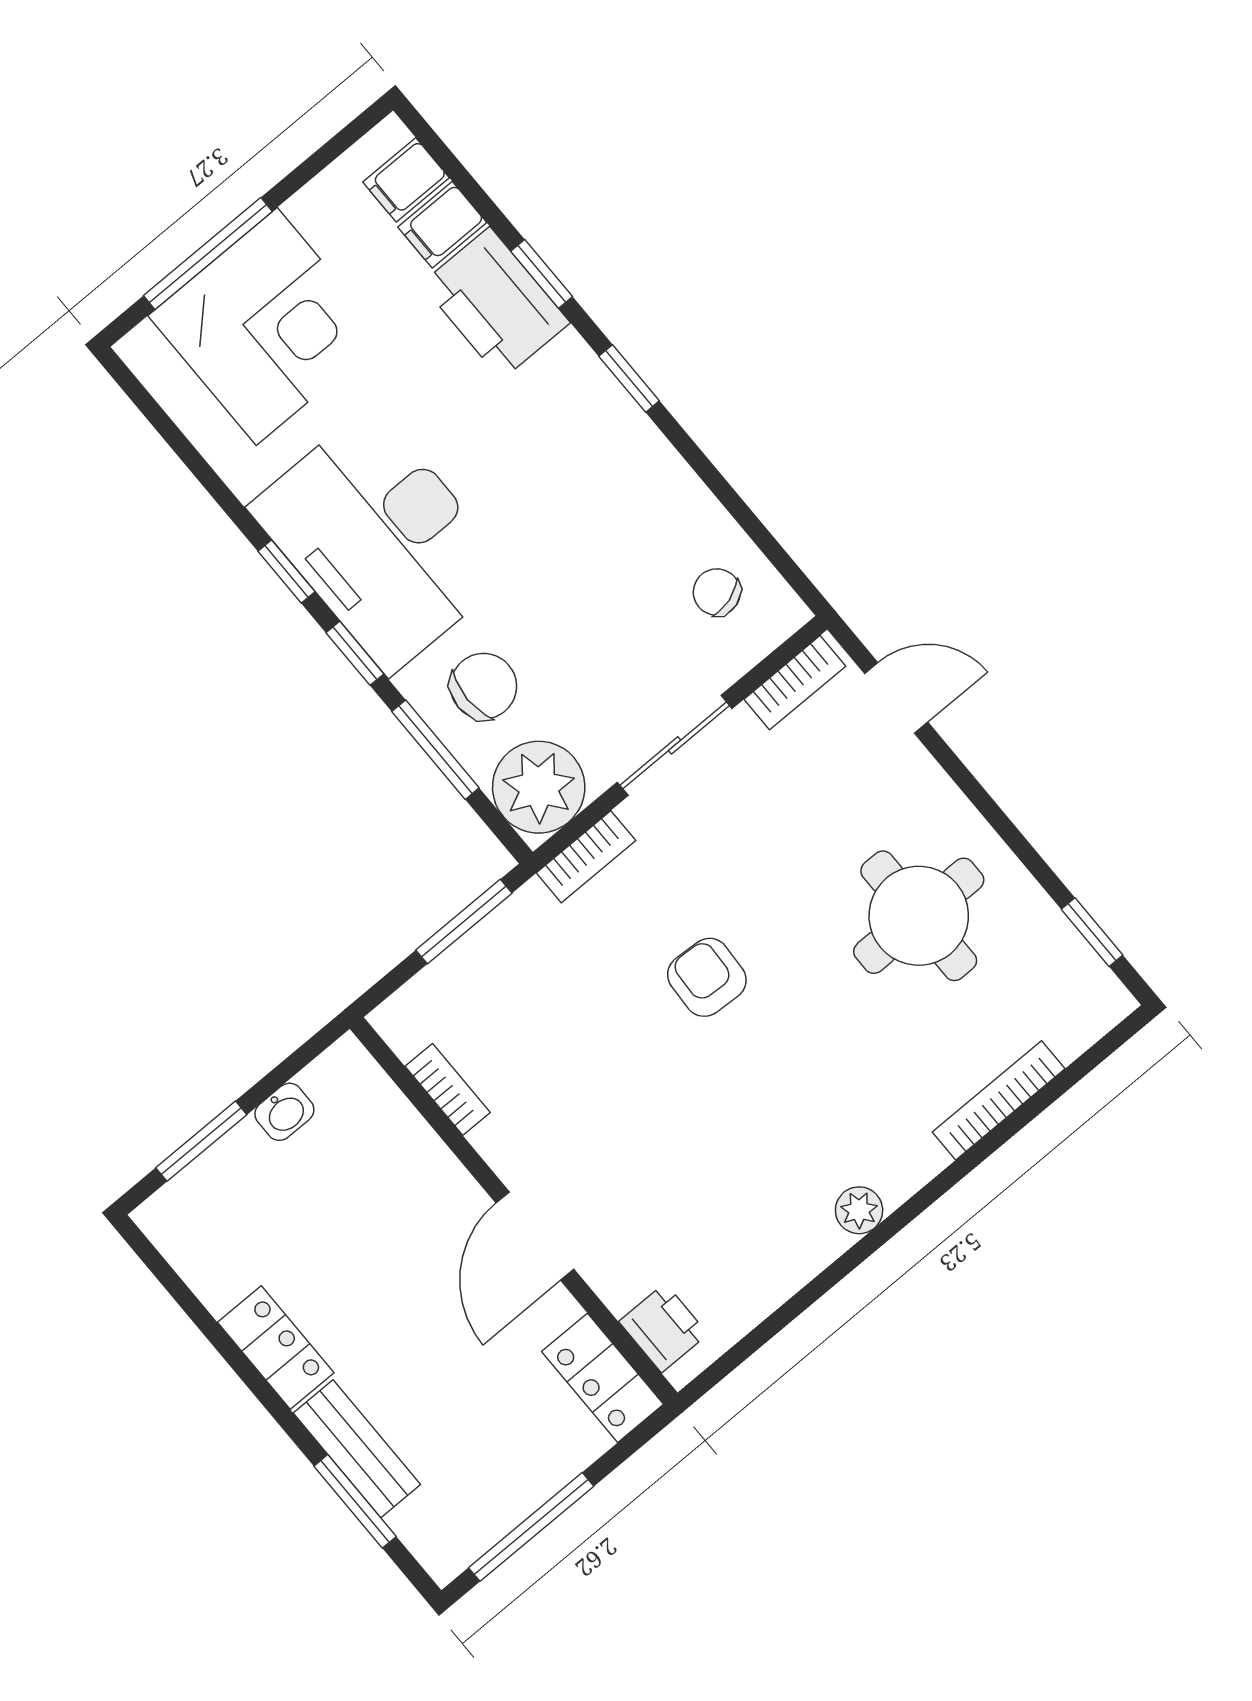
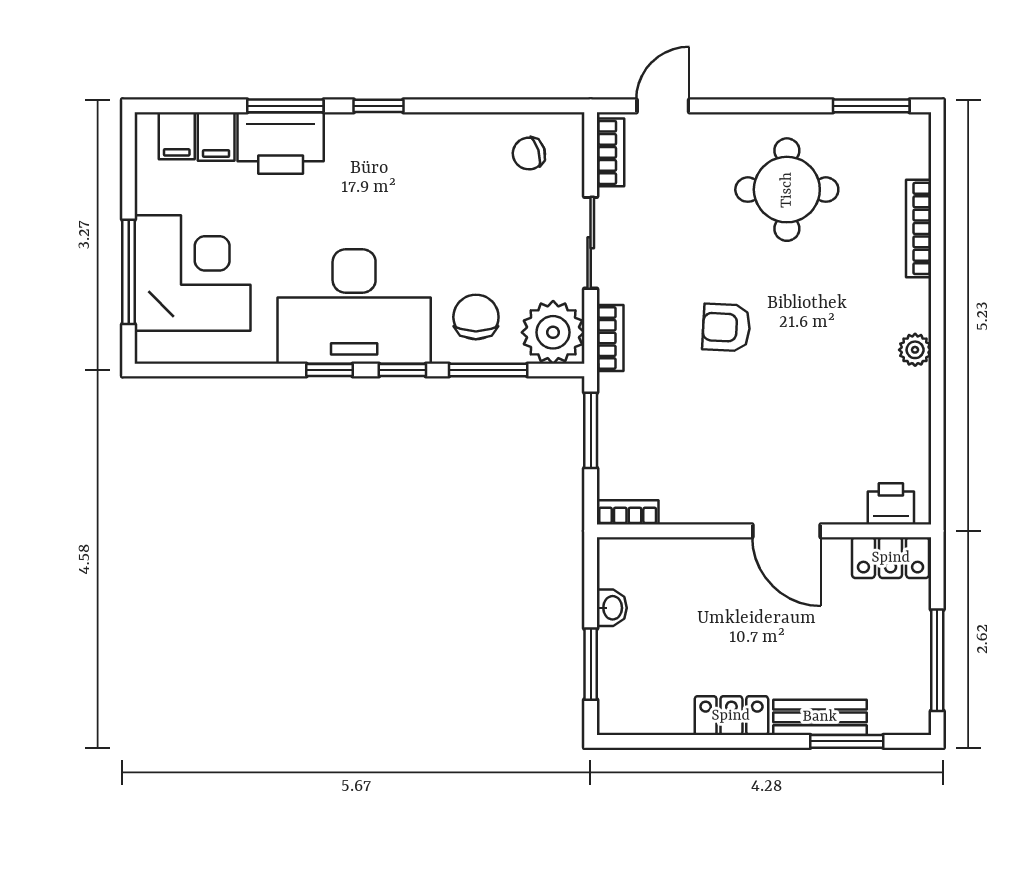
window: (542, 274) -> (285, 106), width x1.50
window: (1092, 932) -> (871, 106), width x1.50
bookcase: (448, 1089) -> (628, 512), moved

